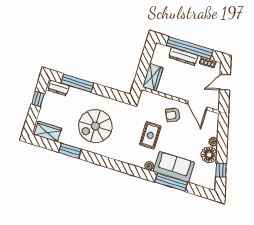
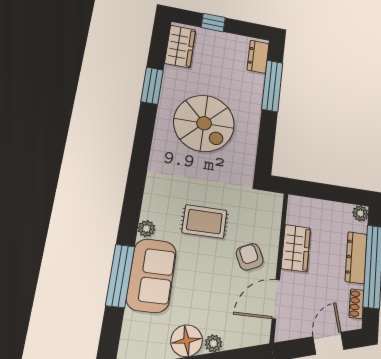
plant: (159, 48) -> (360, 213), added
wardrobe: (153, 77) -> (296, 248), moved, turned -90
door: (225, 82) -> (328, 343), hinge flipped
window: (38, 99) -> (213, 23), moved
spiral stairs: (95, 126) -> (204, 123), turned 180

